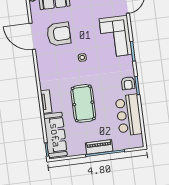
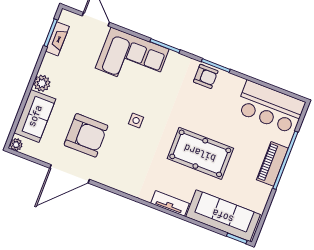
armchair: (59, 34) -> (86, 135), turned 91
bar counter: (129, 115) -> (270, 107), moved

